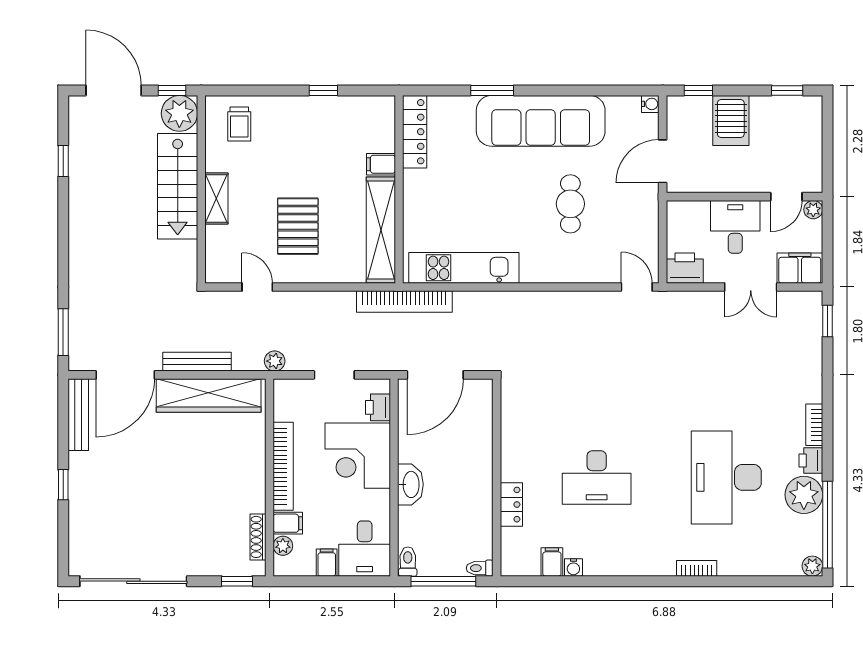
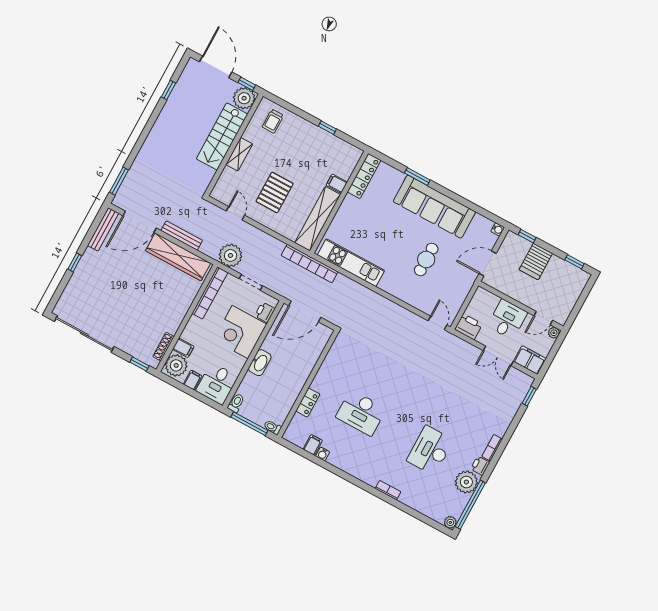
plant: (275, 361) -> (230, 255), width x1.87, depth x1.87
bookcase: (283, 466) -> (210, 293), moved
desk: (726, 477) -> (430, 450), width x0.73, depth x0.77
plant: (283, 546) -> (176, 365), width x1.88, depth x1.88

